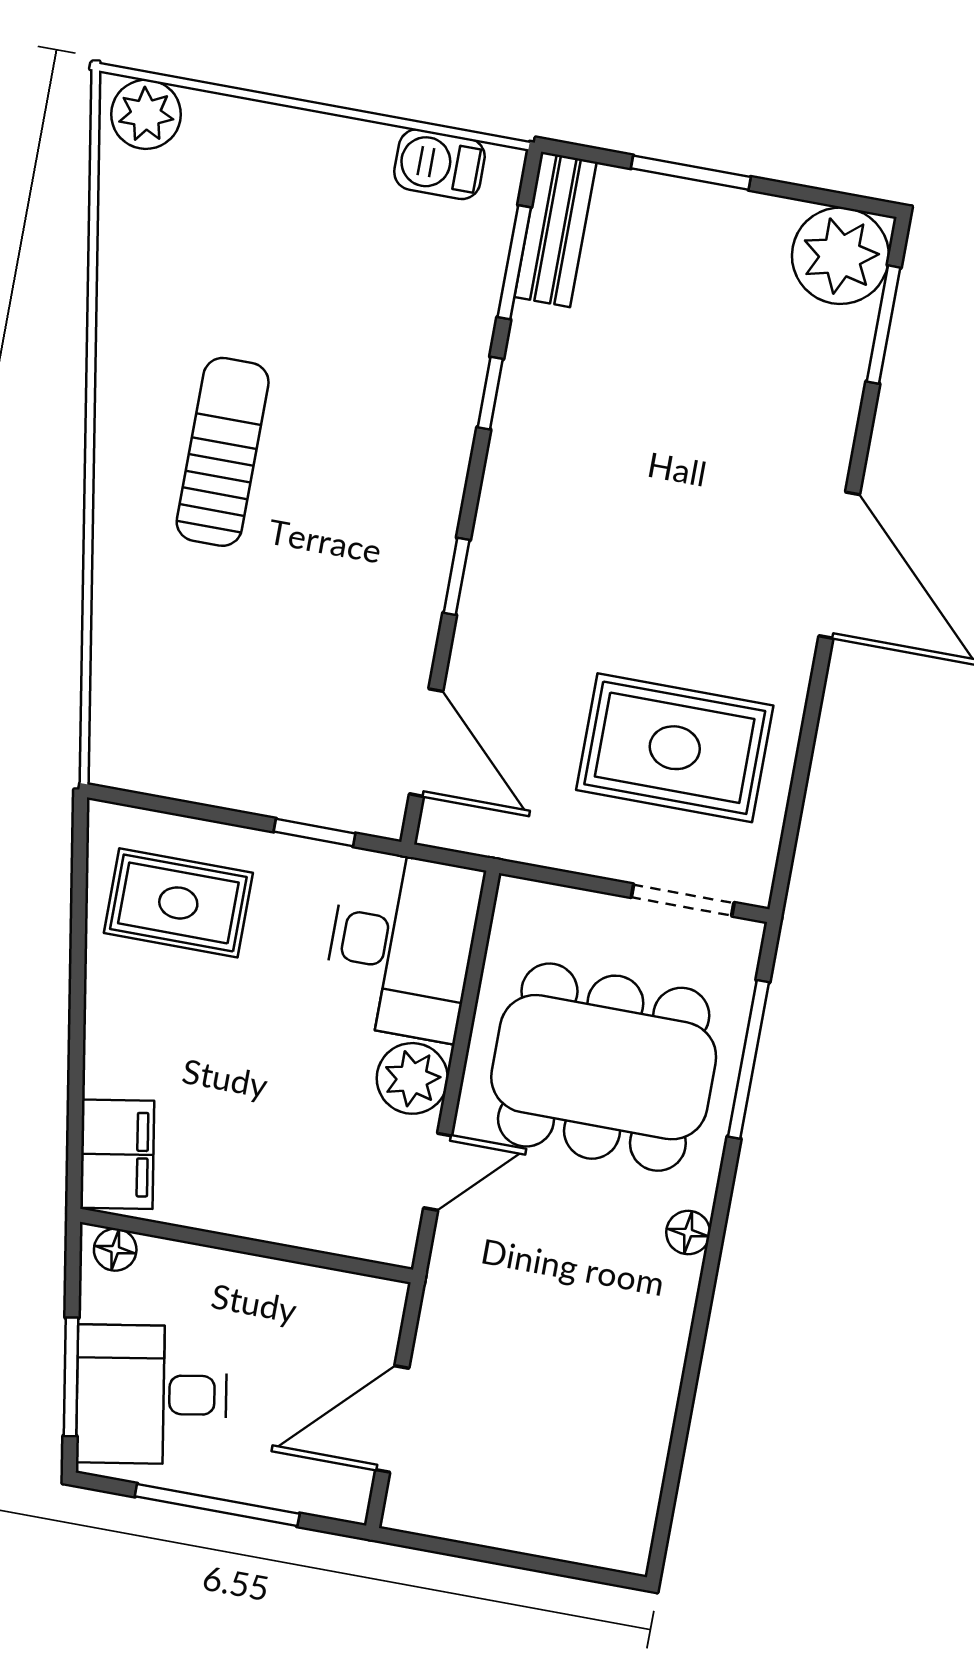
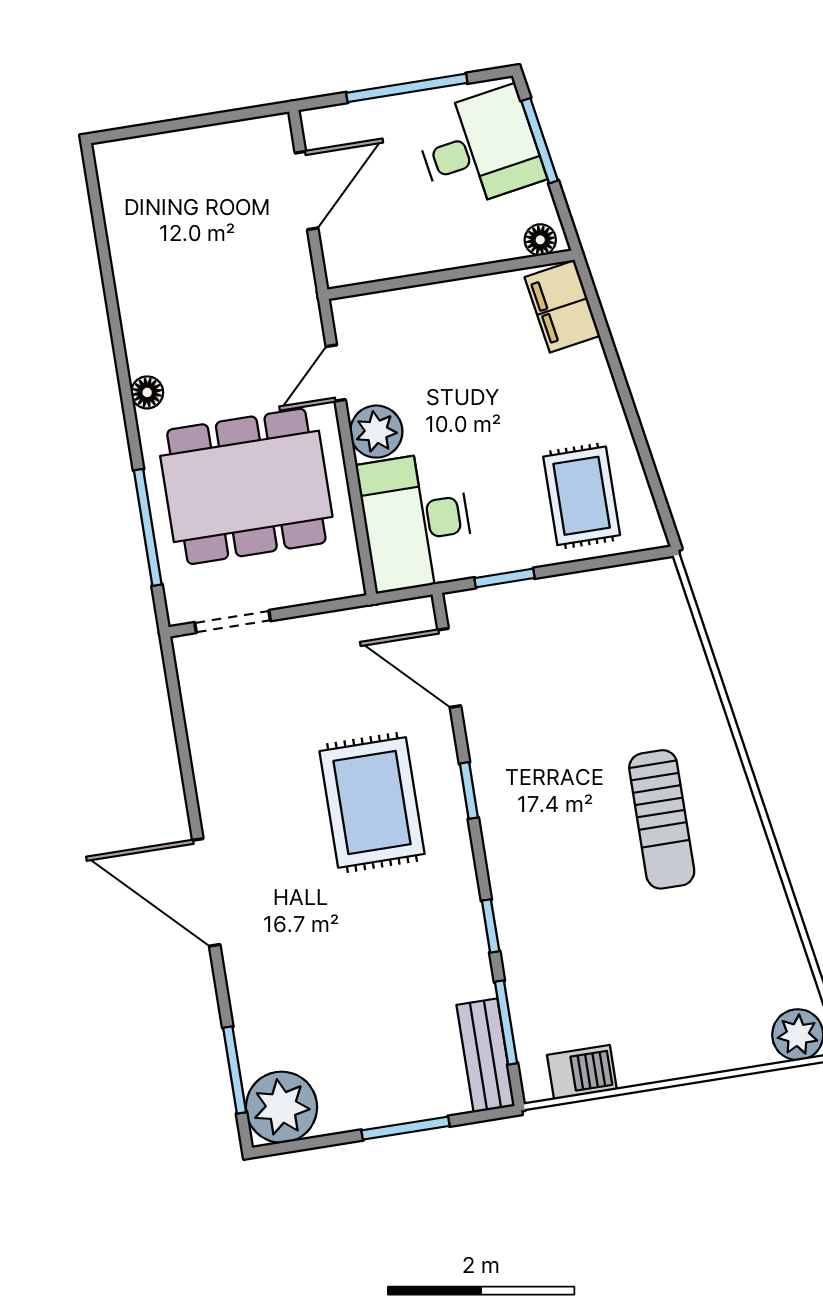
rug: (675, 748) -> (372, 802), moved, turned 90
rug: (178, 903) -> (582, 496), turned 90

